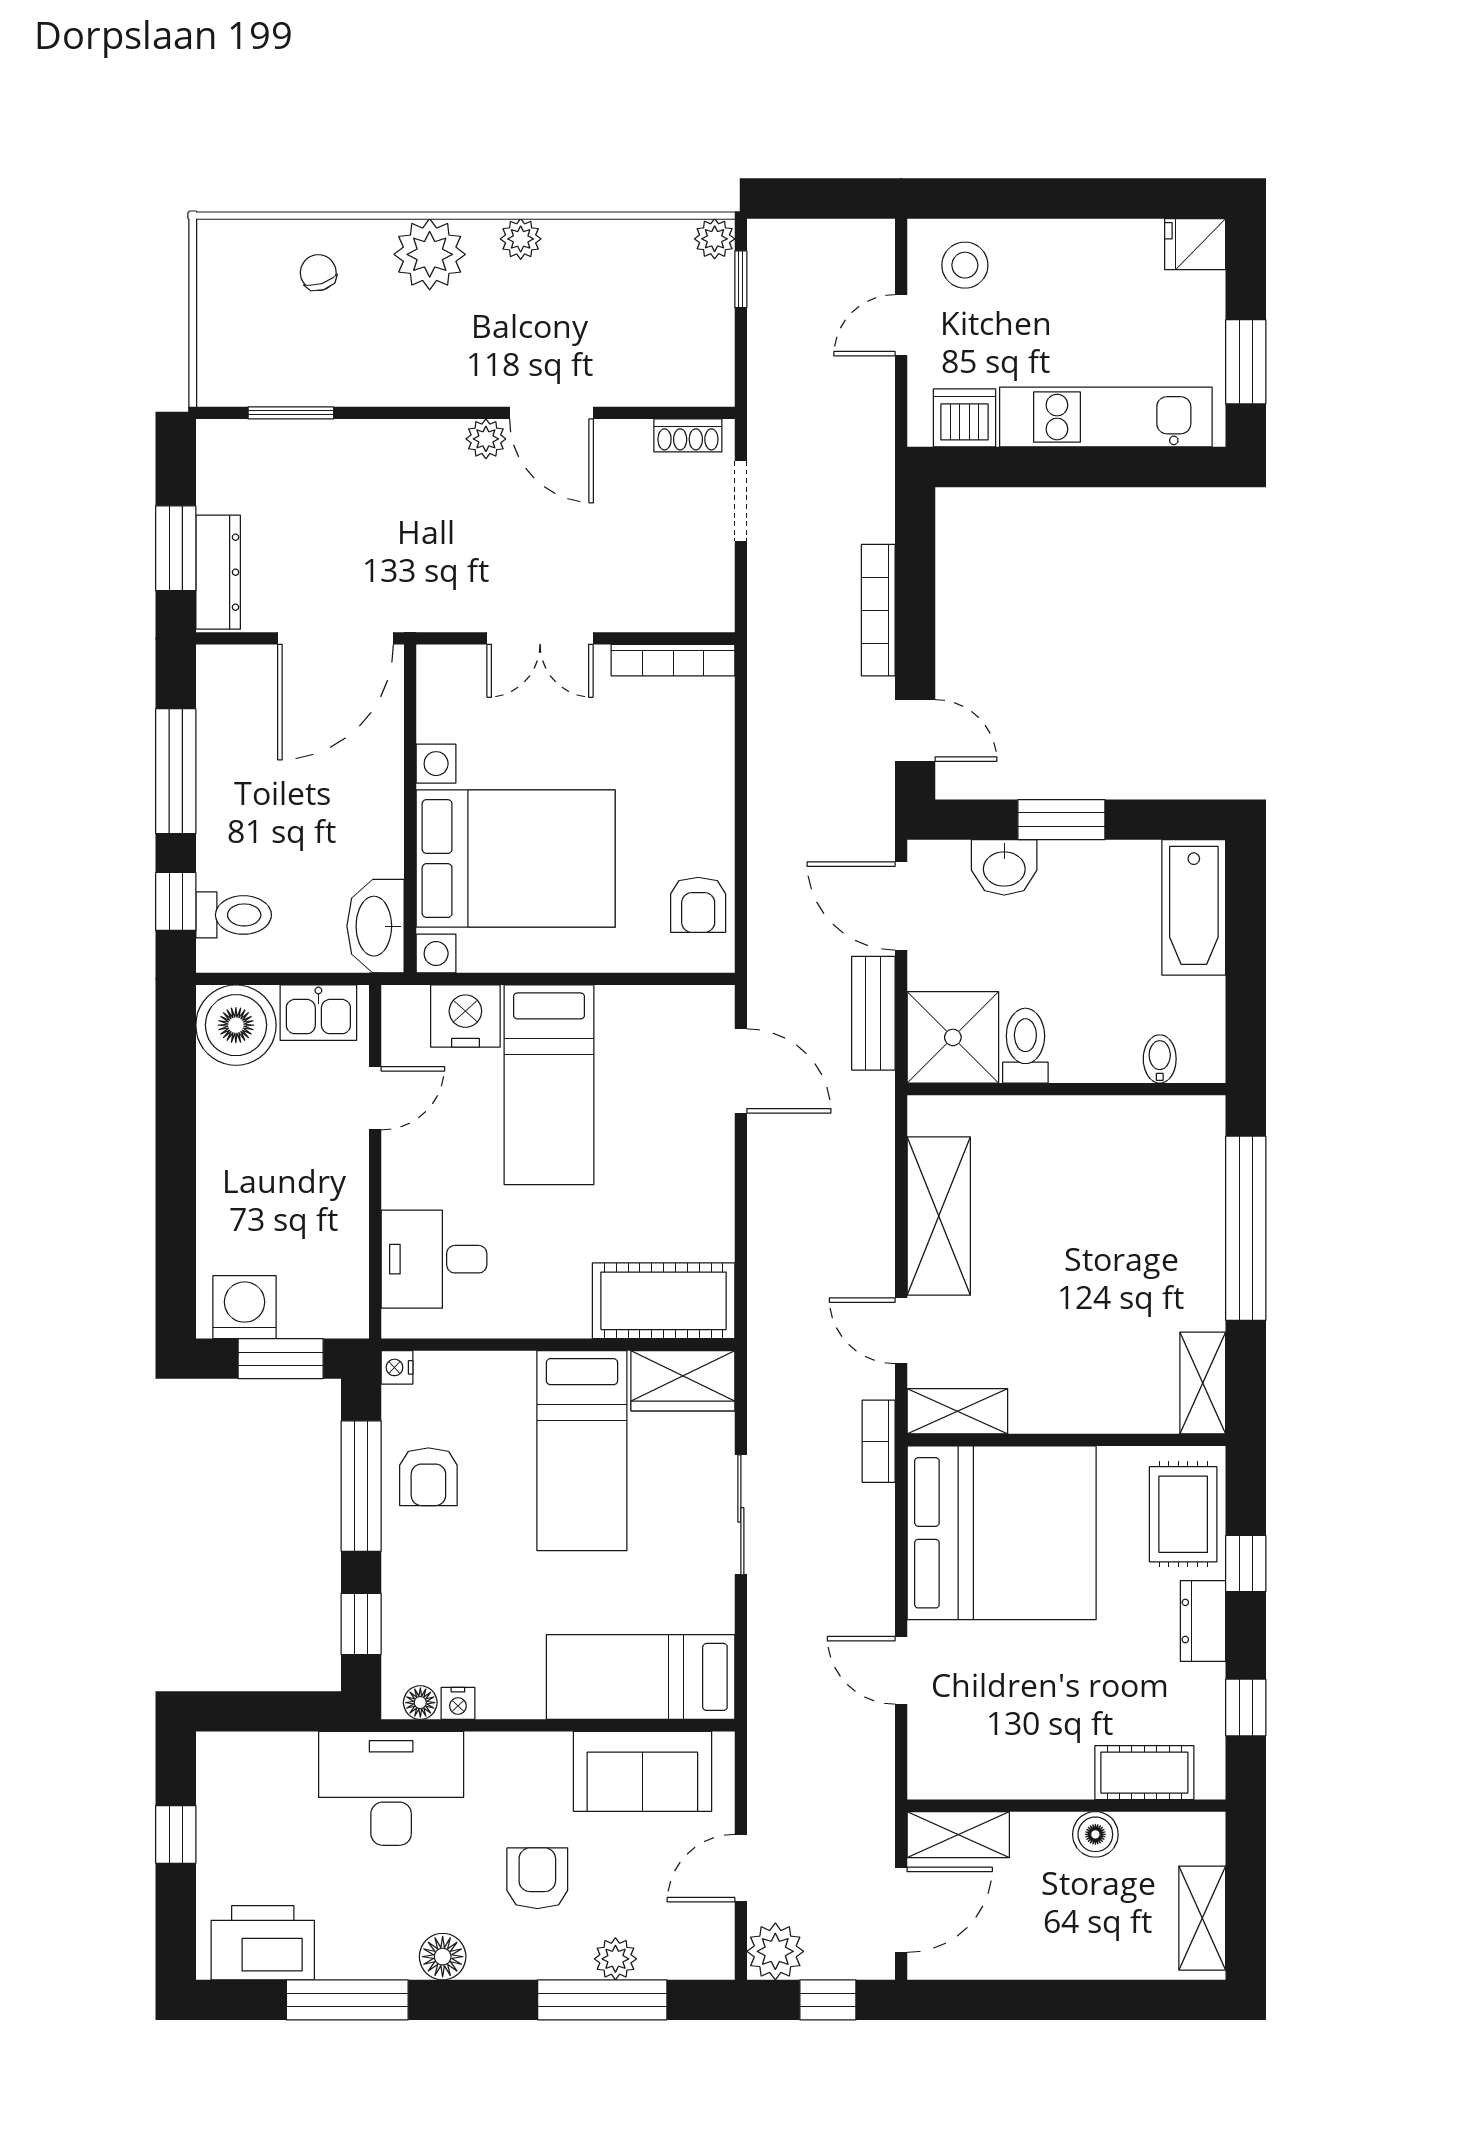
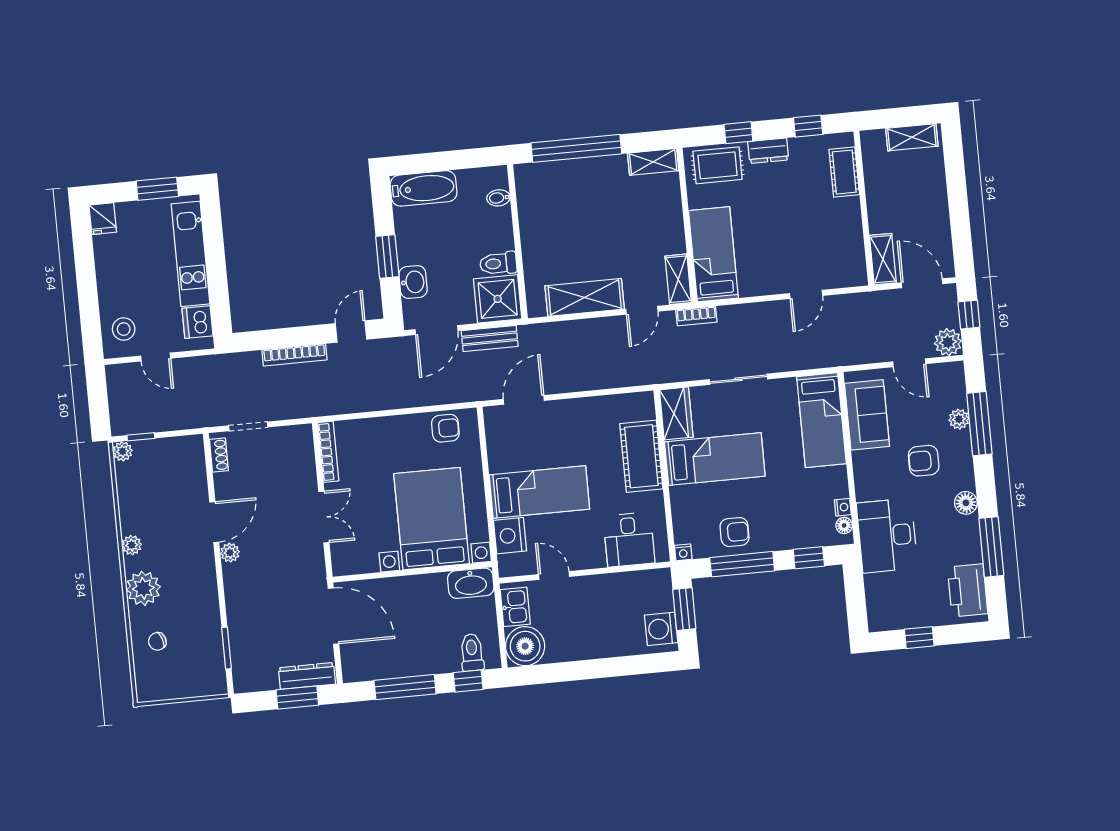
cot: (664, 1301) -> (641, 456), moved
bed: (1002, 1533) -> (713, 254), width x0.49
boiler: (1095, 1834) -> (876, 193), removed

